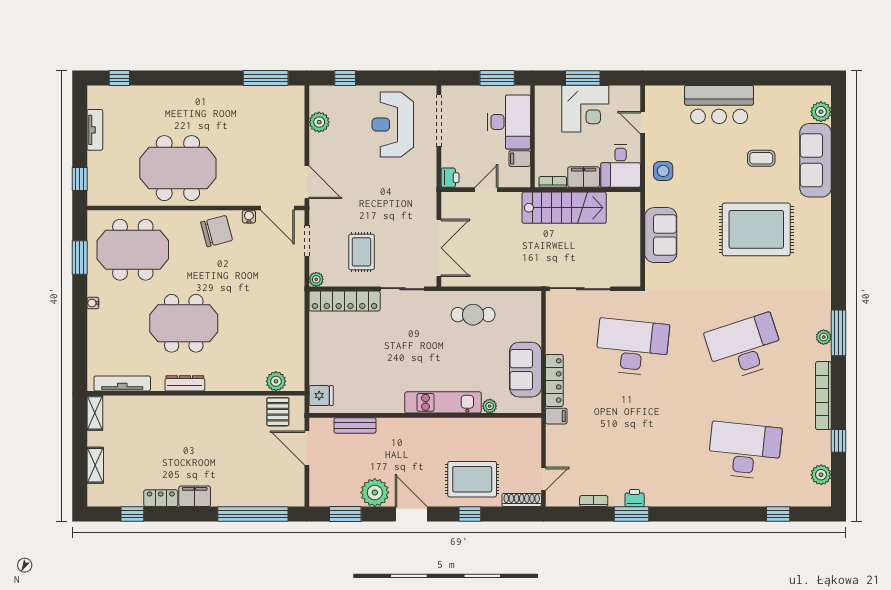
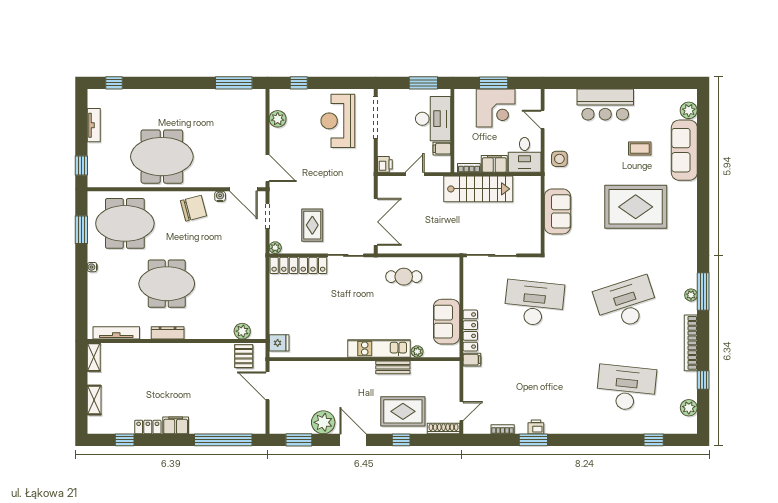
bench: (355, 425) -> (393, 367), moved

